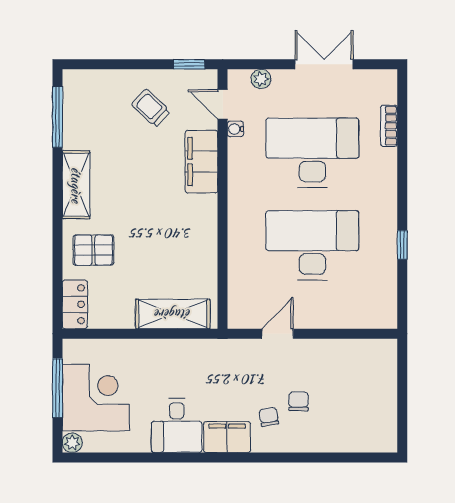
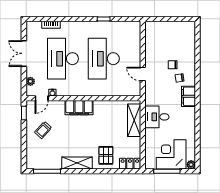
filing cabinet: (201, 162) -> (79, 108), moved
desk: (177, 425) -> (157, 117), moved, turned 180

